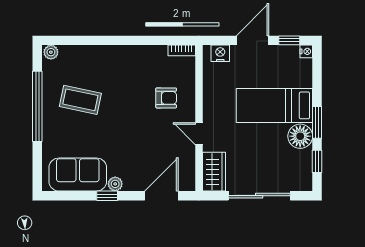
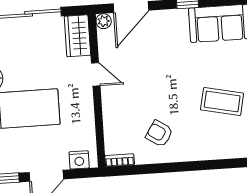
armchair: (166, 98) -> (159, 134), moved, turned 33
plant: (115, 184) -> (104, 21), moved

